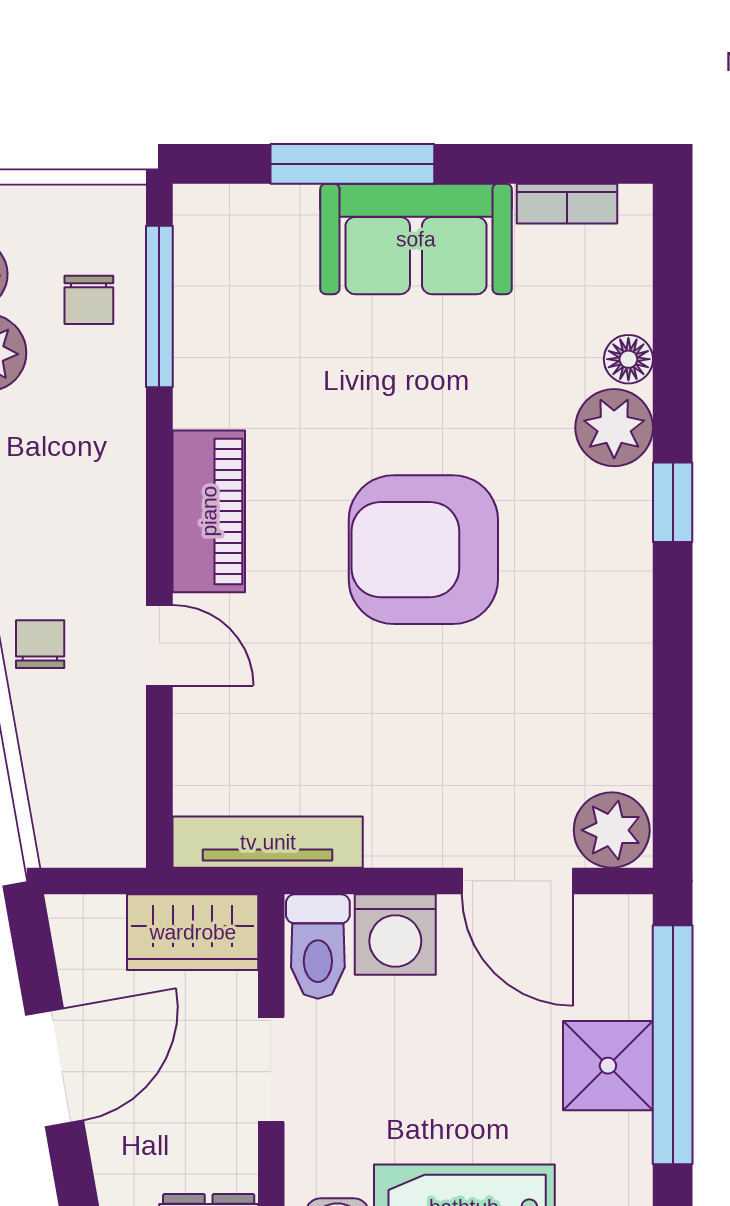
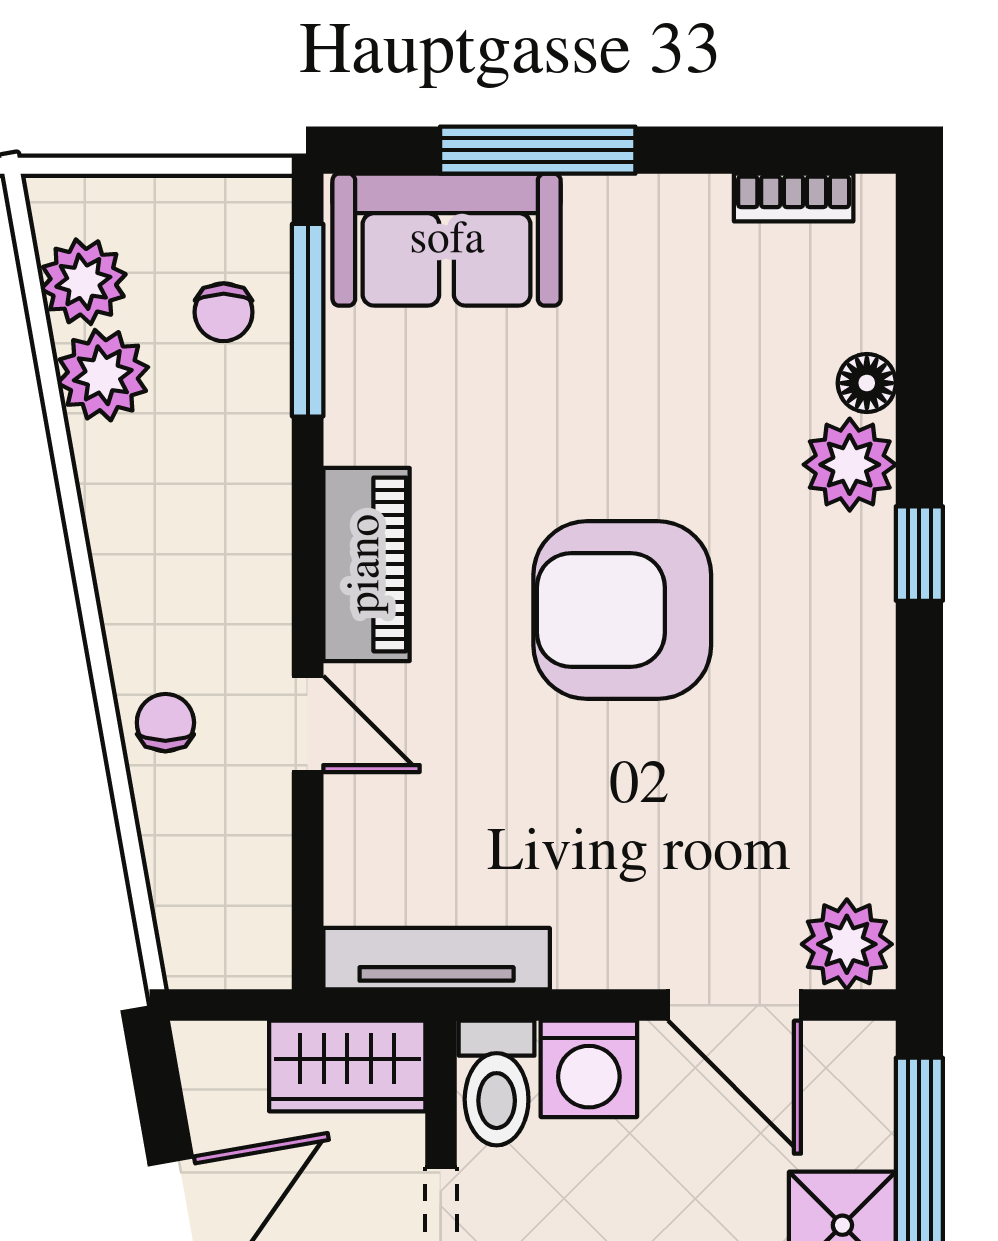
sofa: (416, 239) -> (447, 240), moved

